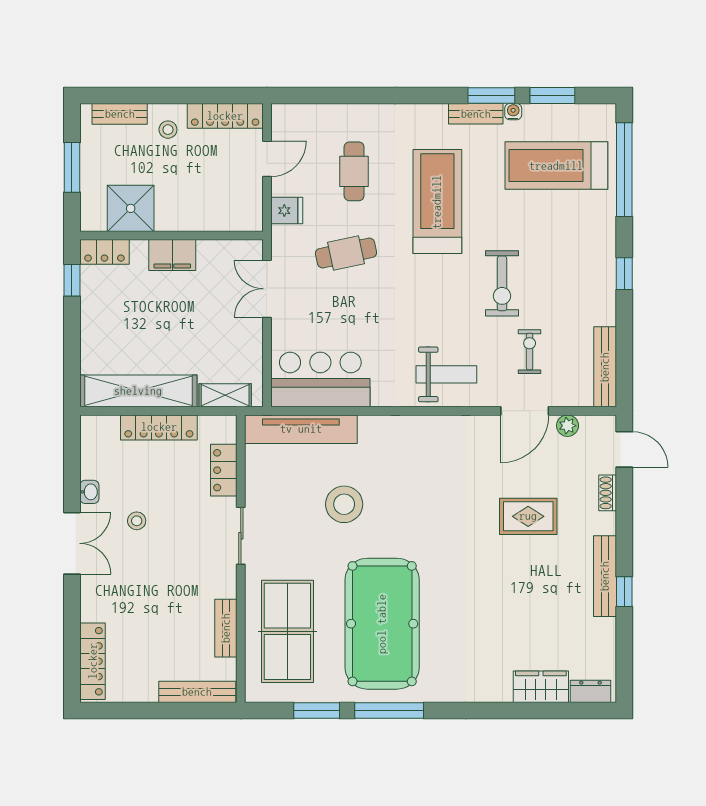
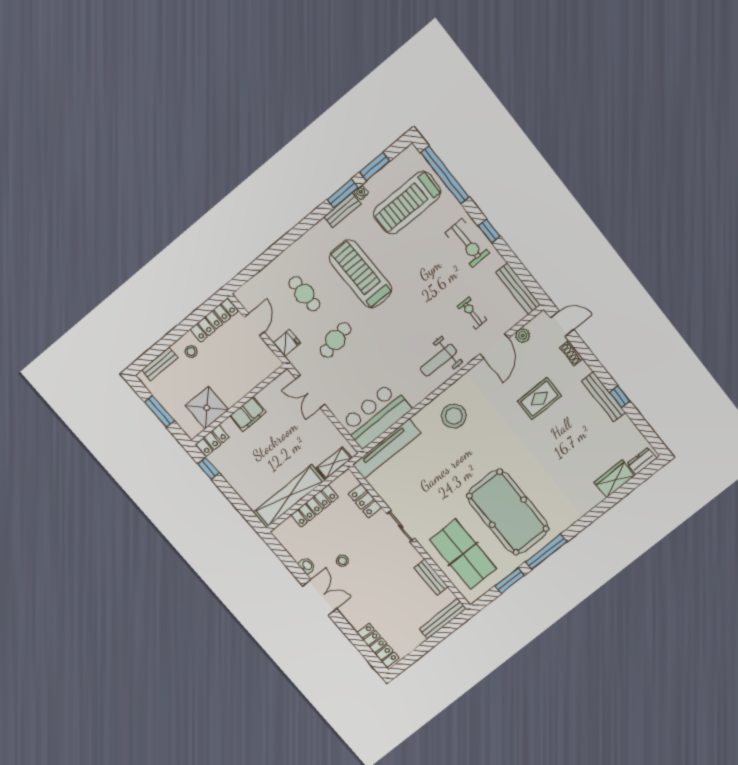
exercise bike: (502, 283) -> (467, 243), moved
weight bench: (446, 374) -> (438, 360), turned 180
stool: (344, 504) -> (454, 416), moved

